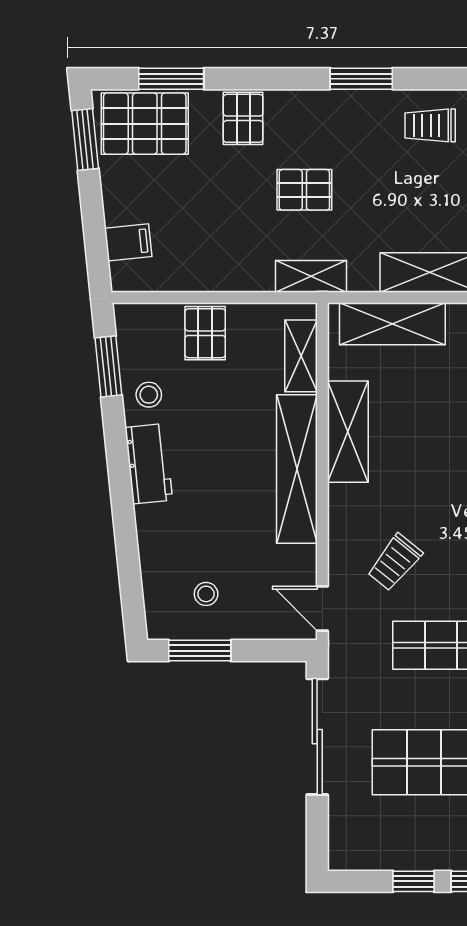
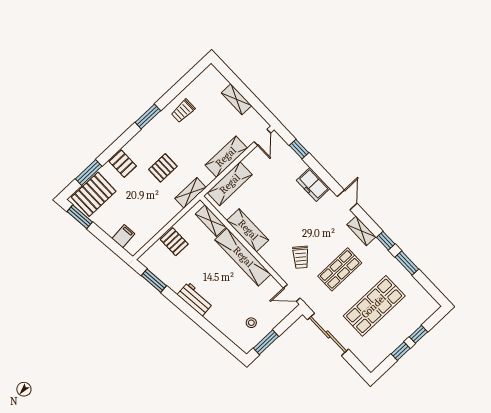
stool: (149, 395) -> (175, 278), removed

